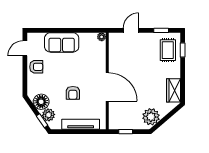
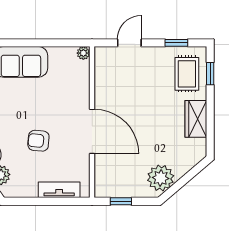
wardrobe: (174, 90) -> (196, 119), moved
armchair: (73, 93) -> (38, 141), turned 95
tv unit: (81, 124) -> (59, 190), width x0.71

